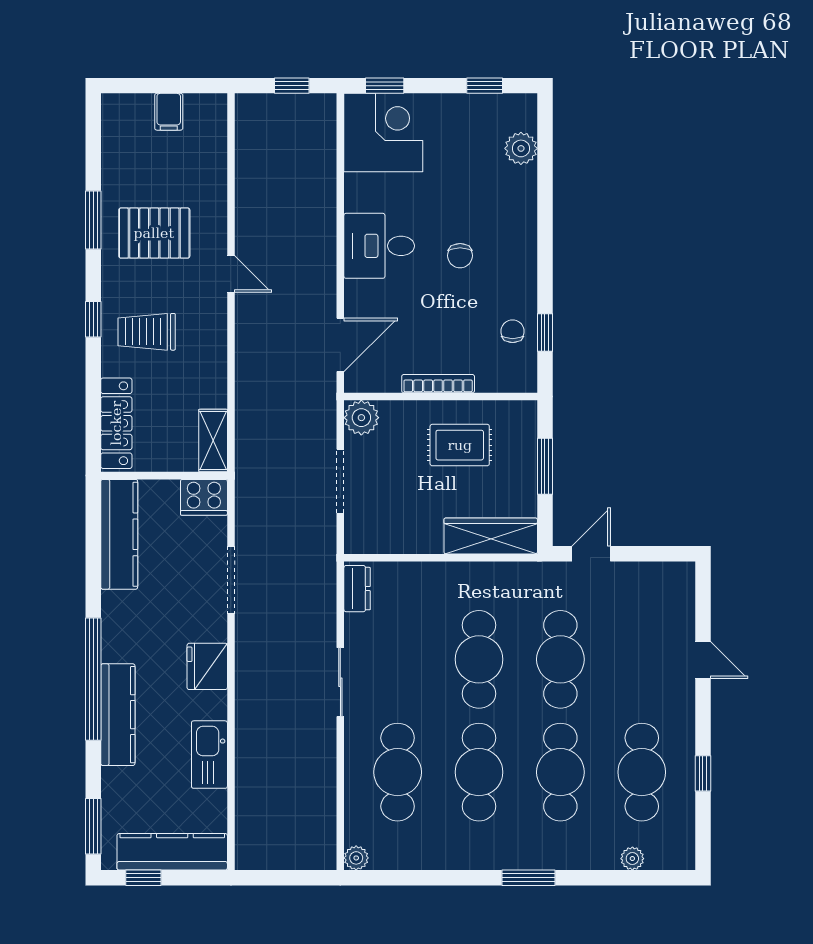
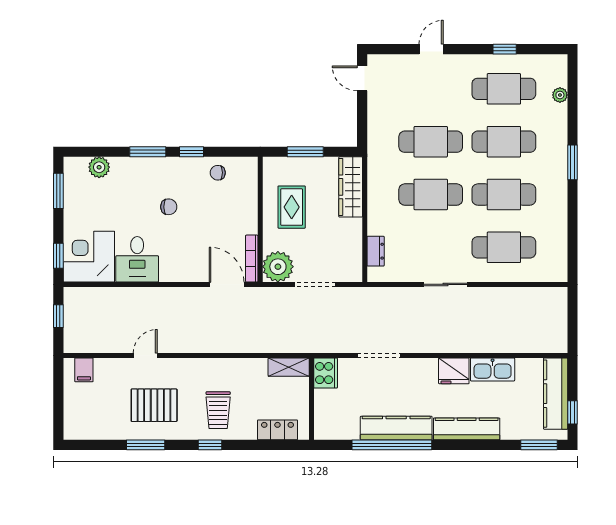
window: (485, 86) -> (58, 191), width x1.50
filing cabinet: (169, 112) -> (84, 370), moved, turned 90
window: (545, 223) -> (148, 152), added
pallet: (154, 233) -> (154, 405), turned 90
desk: (379, 246) -> (137, 259), moved
door: (231, 274) -> (145, 356), moved
window: (545, 333) -> (192, 152), moved
bookcase: (438, 384) -> (252, 259), moved
plant: (361, 418) -> (278, 267), width x1.36, depth x1.36
locker: (116, 423) -> (277, 430), width x0.66
kitchen counter: (119, 534) -> (396, 428), moved
door: (591, 554) -> (362, 78), moved
dresser: (357, 589) -> (376, 251), moved, turned 90
fridge: (207, 666) -> (454, 371), moved
window: (93, 679) -> (392, 445), moved
plant: (356, 858) -> (560, 274), removed

